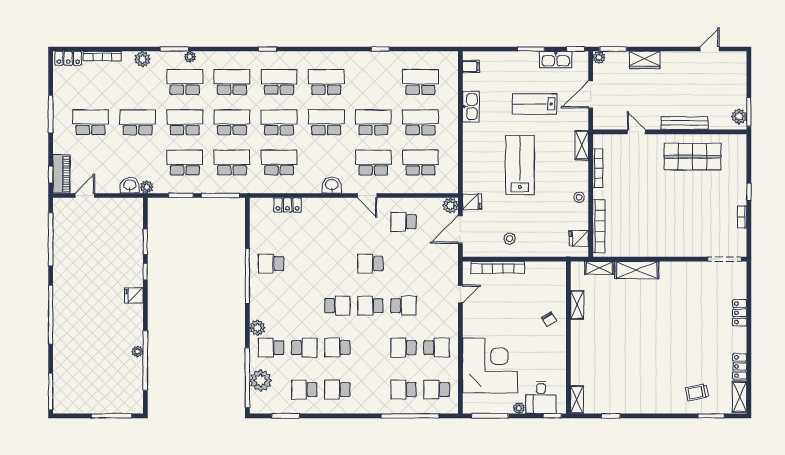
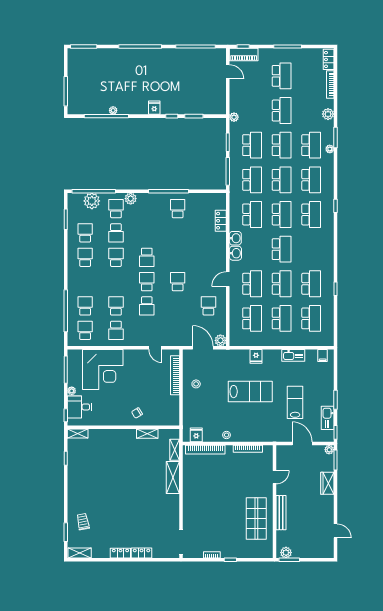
school desk: (326, 82) -> (311, 284), moved
shelving: (582, 145) -> (265, 437), removed
washbasin: (130, 185) -> (235, 238), moved
fridge: (472, 202) -> (256, 356), moved
locker: (740, 366) -> (120, 553), moved

